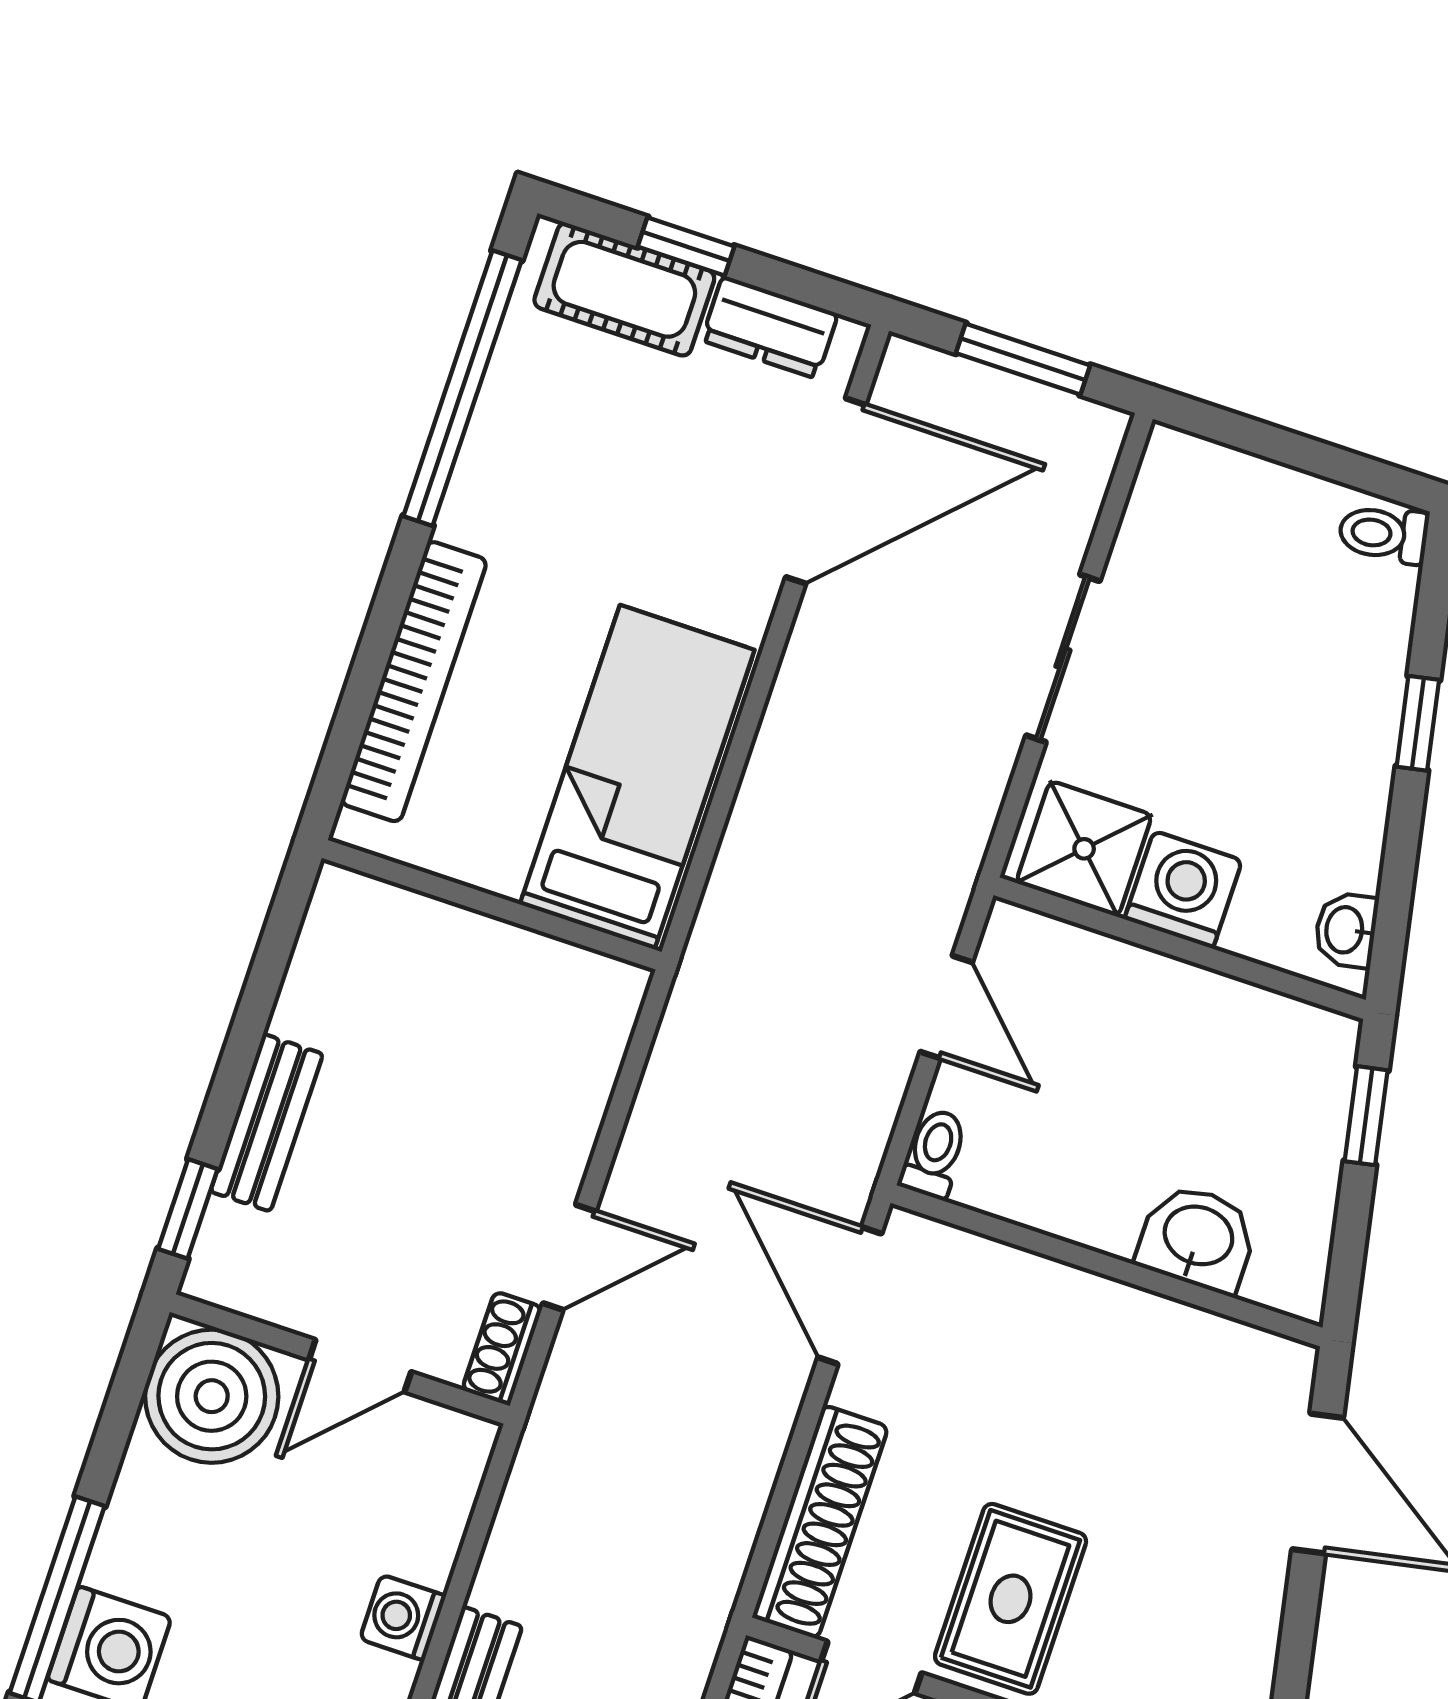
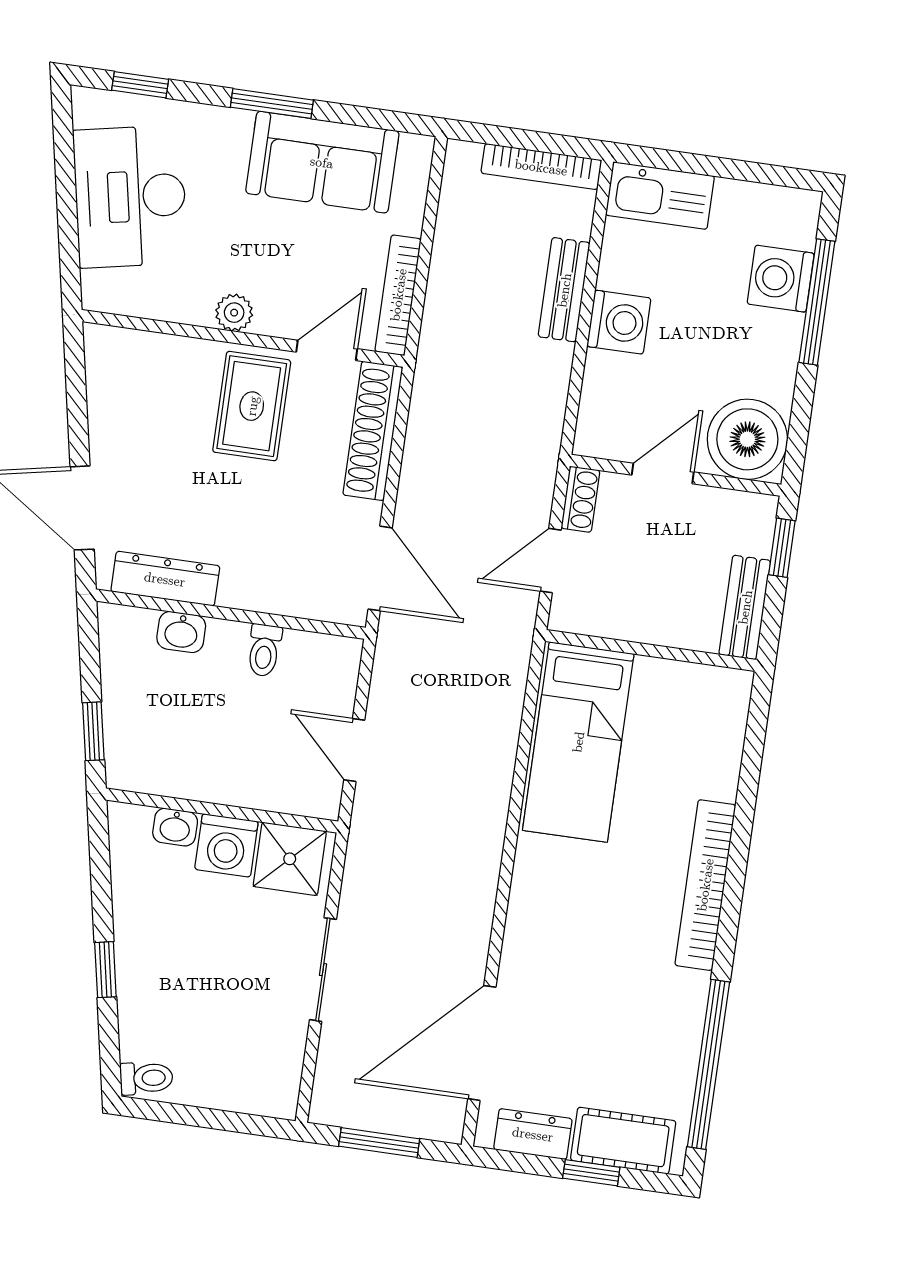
bed: (637, 777) -> (578, 742), moved
wall: (492, 905) -> (651, 650), moved
washbasin: (1346, 930) -> (175, 827), moved, turned 101
toilet: (934, 1153) -> (264, 650), moved
washbasin: (1198, 1238) -> (181, 632), width x0.72, depth x0.69
dresser: (1203, 1343) -> (165, 579), added
washing machine: (403, 1618) -> (619, 322), width x1.38, depth x1.38

